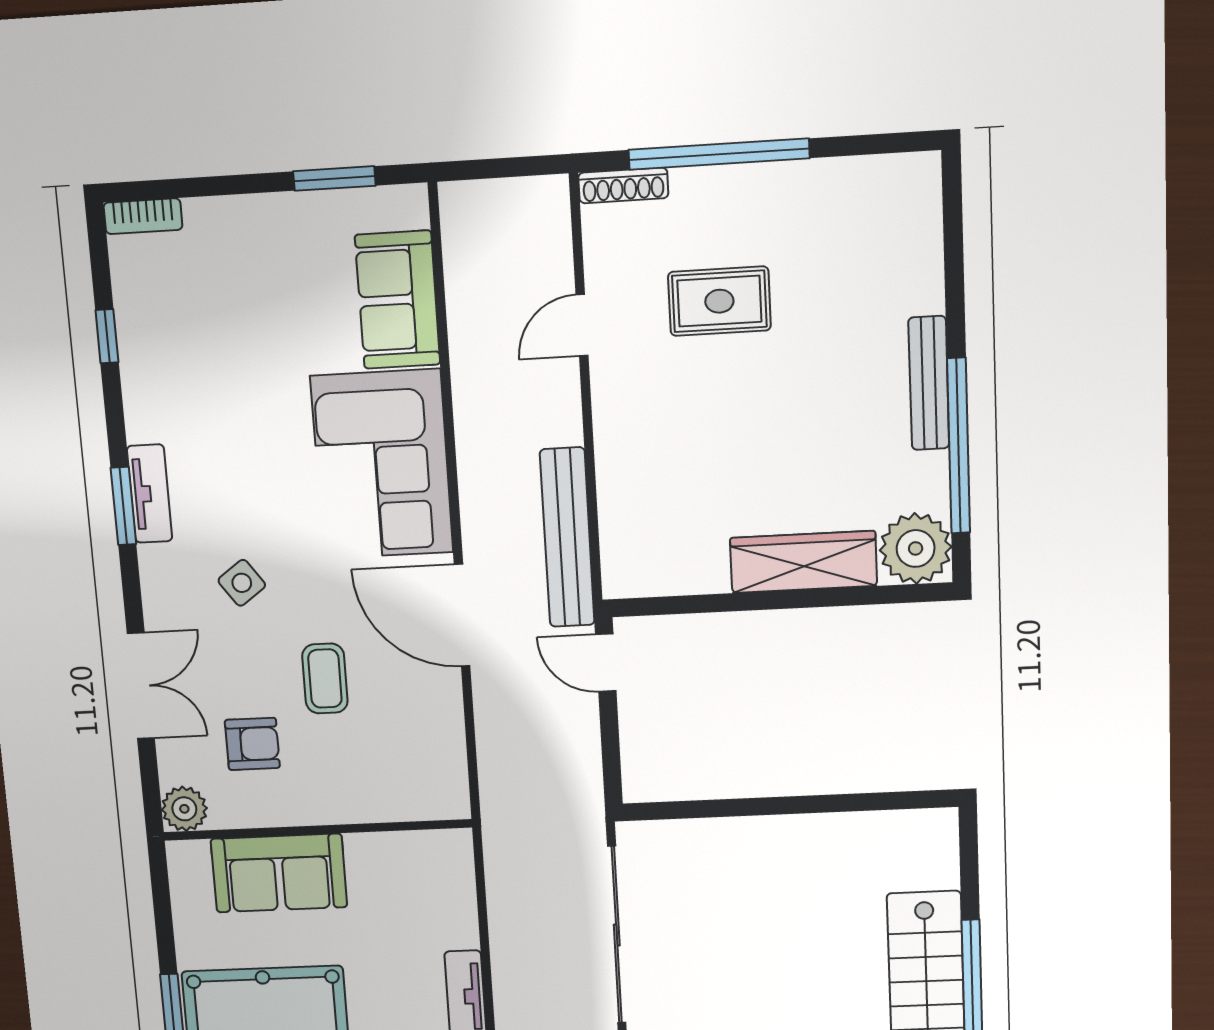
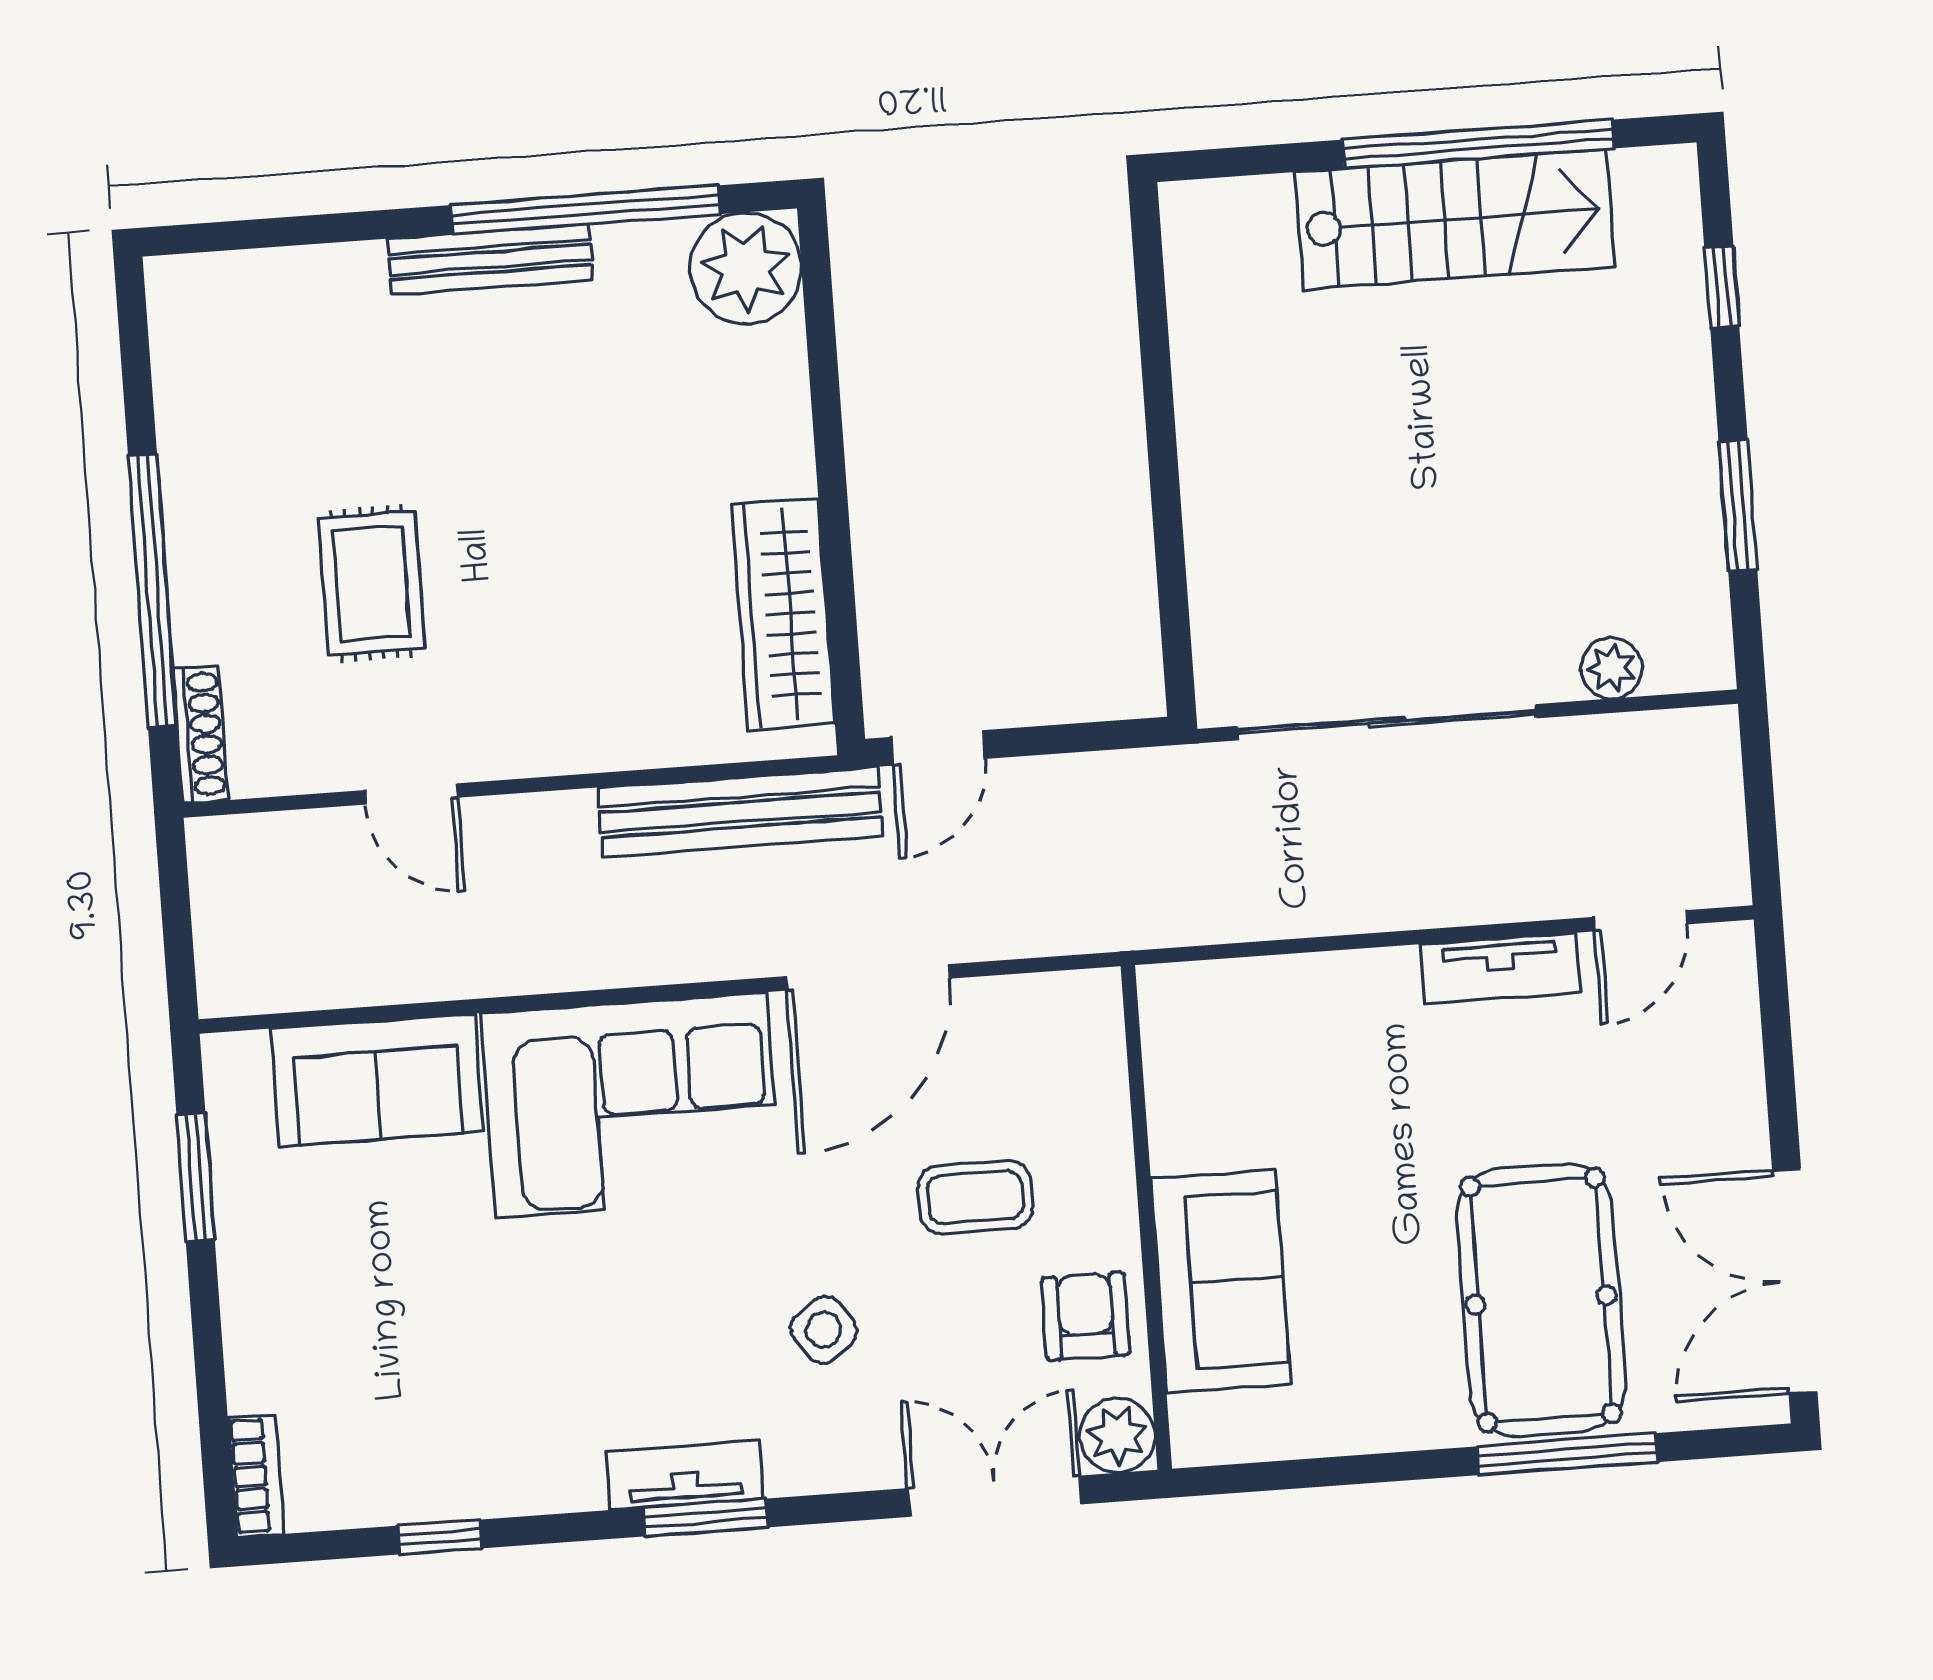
wardrobe: (803, 562) -> (783, 614), moved
plant: (184, 809) -> (1117, 1435), moved
wall: (317, 830) -> (1146, 1217), moved
sofa: (279, 873) -> (1221, 1281), moved

